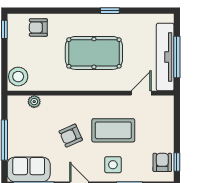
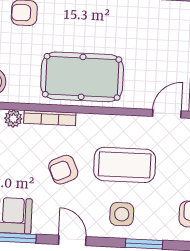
pool table: (94, 53) -> (82, 77), moved
bookcase: (60, 100) -> (50, 118), added

